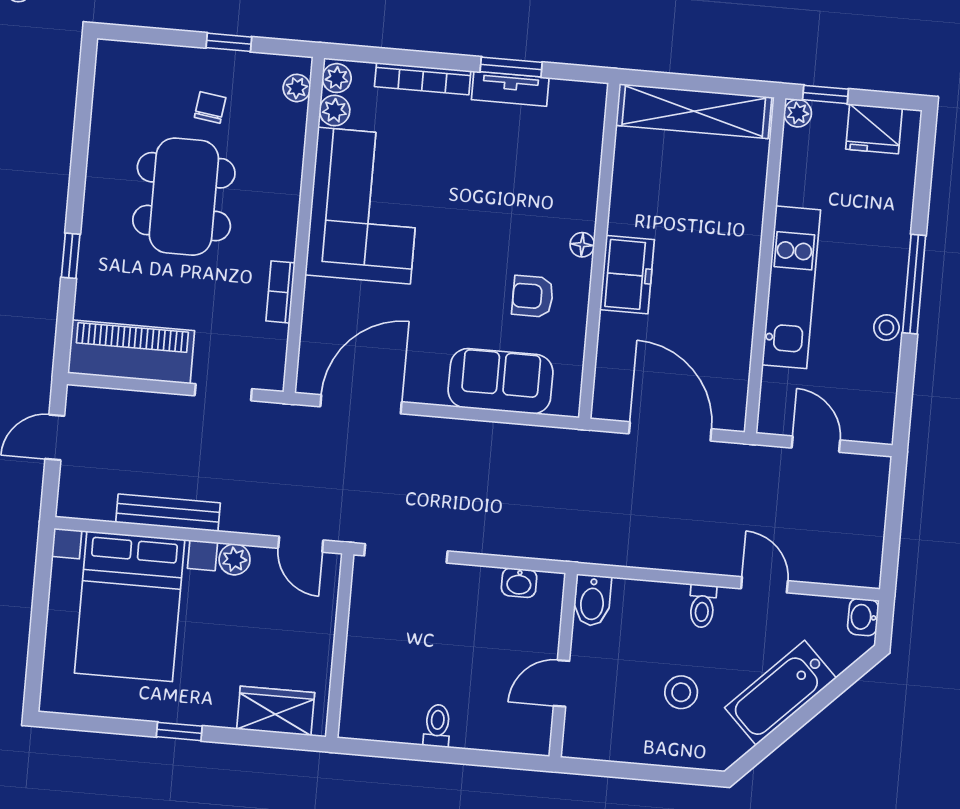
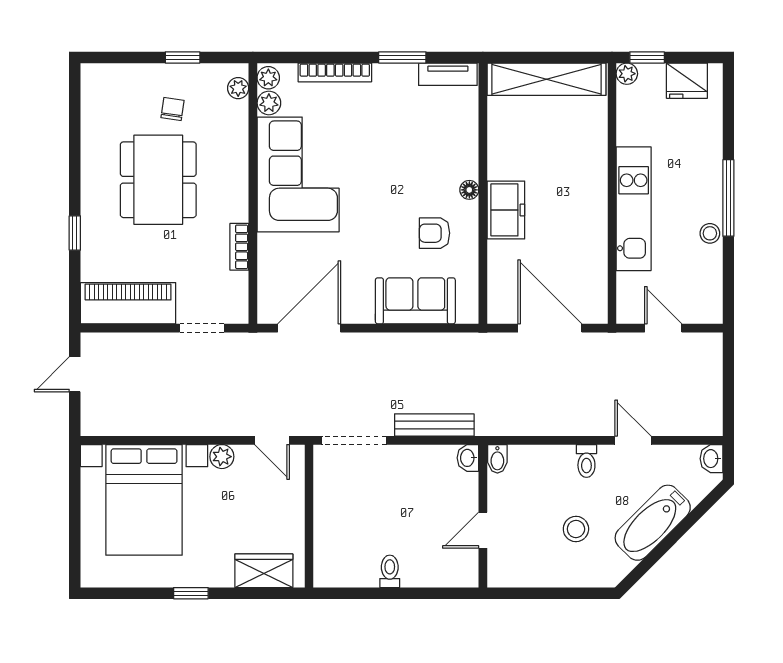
tv unit: (510, 89) -> (448, 74), moved
bench: (168, 513) -> (434, 425), moved
washbasin: (519, 583) -> (468, 458), moved, turned 90
bidet: (592, 600) -> (497, 459), width x0.72, depth x0.74

